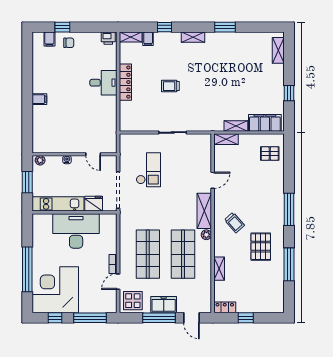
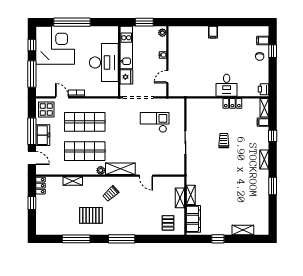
shelving: (278, 50) -> (243, 230), moved
locker: (125, 82) -> (232, 103), width x0.66
shelving: (226, 139) -> (180, 198), moved
checkout: (148, 170) -> (155, 122), turned 180
door: (191, 318) -> (32, 158), swing flipped

